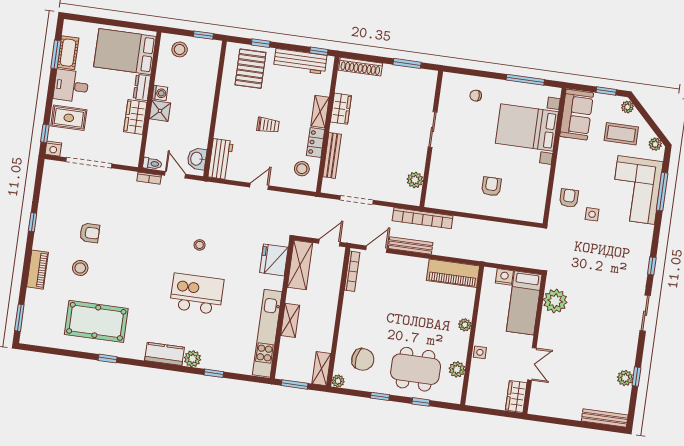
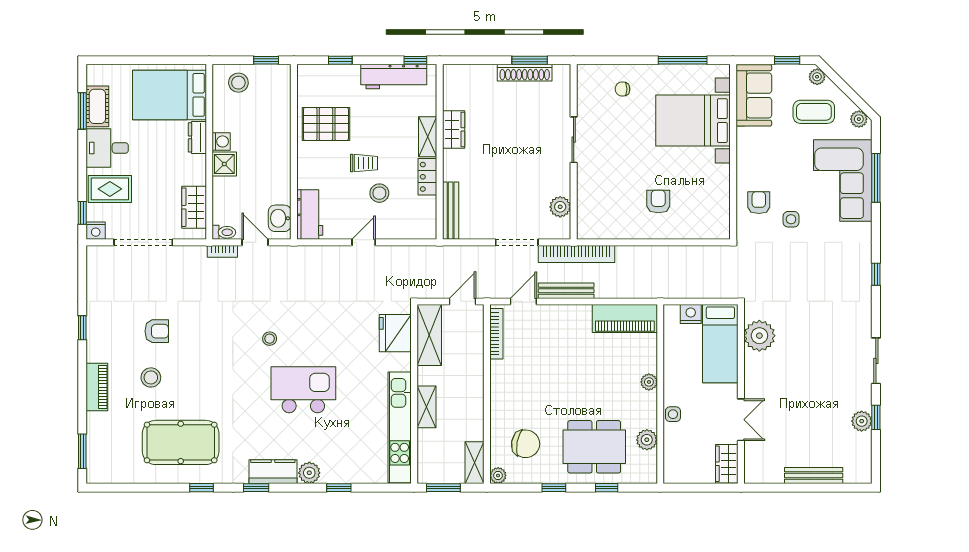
shoe rack: (361, 67) -> (525, 73), moved
pallet: (250, 69) -> (326, 124), moved, turned 90
wardrobe: (135, 117) -> (194, 207), moved
bench: (332, 155) -> (451, 211), moved
stool: (302, 169) -> (379, 193), moved
doorway: (357, 200) -> (517, 242), moved
stool: (200, 245) -> (270, 339), moved
sliding door: (645, 313) -> (876, 361), moved
window: (150, 364) -> (256, 488), added
bench: (605, 418) -> (814, 475), moved

